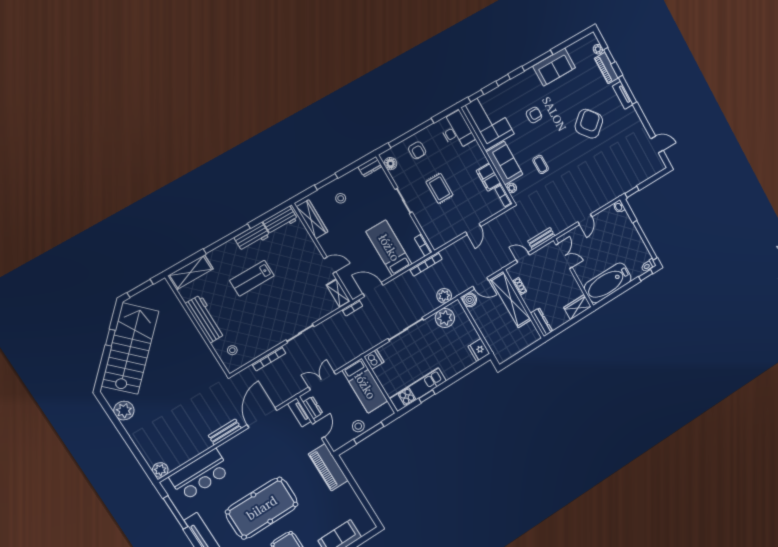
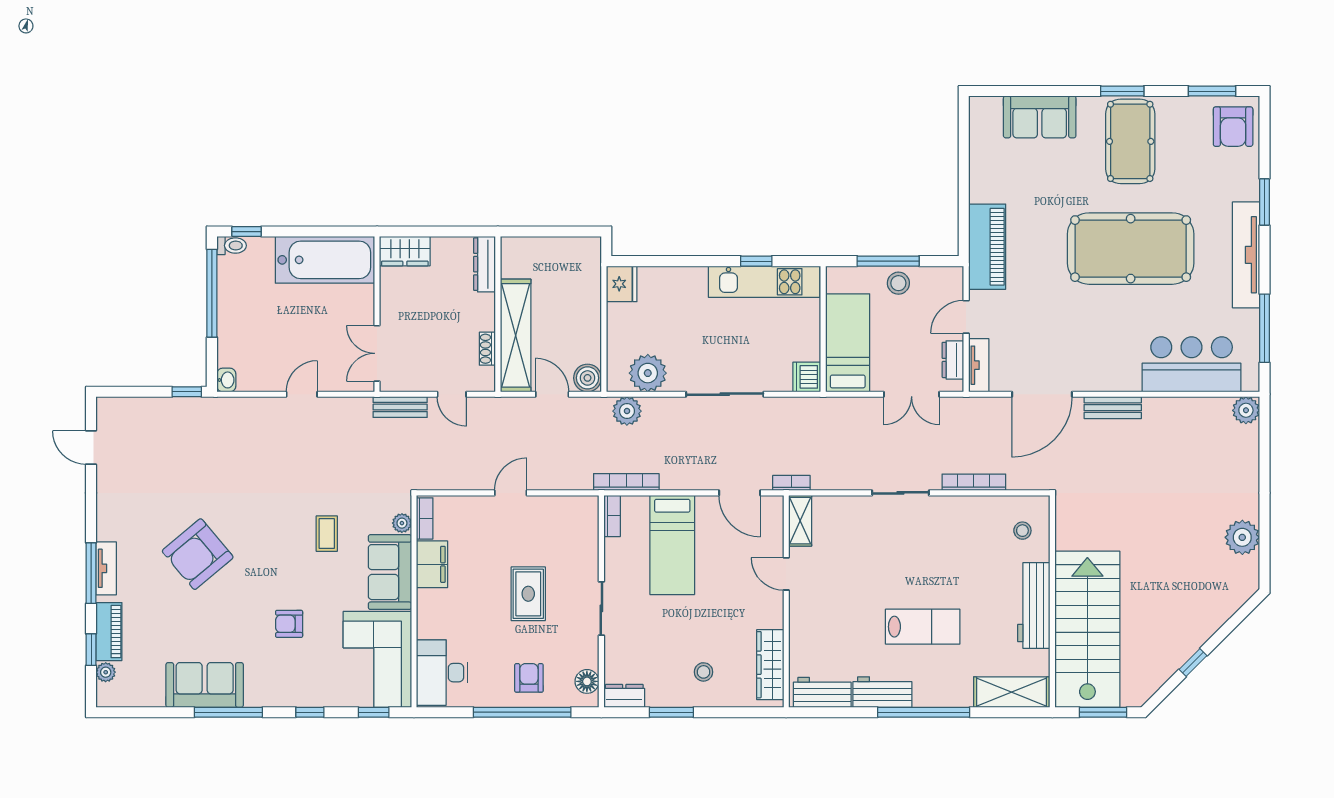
window: (326, 182) -> (671, 712), moved
stairs: (130, 349) -> (1087, 629), moved, turned 135

